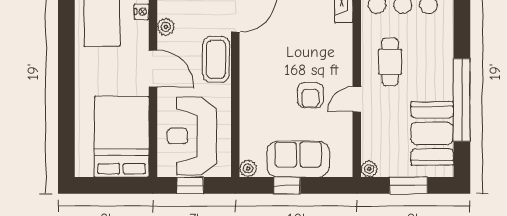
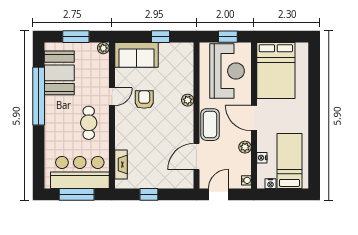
sofa: (298, 159) -> (136, 55), moved
plant: (248, 169) -> (188, 100), moved

